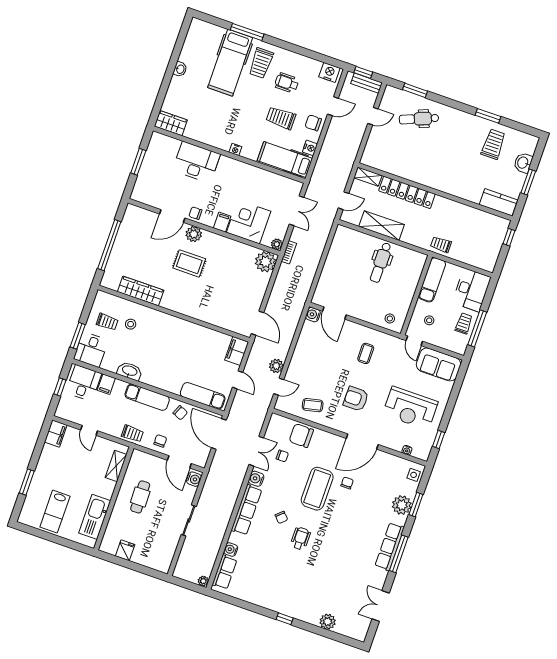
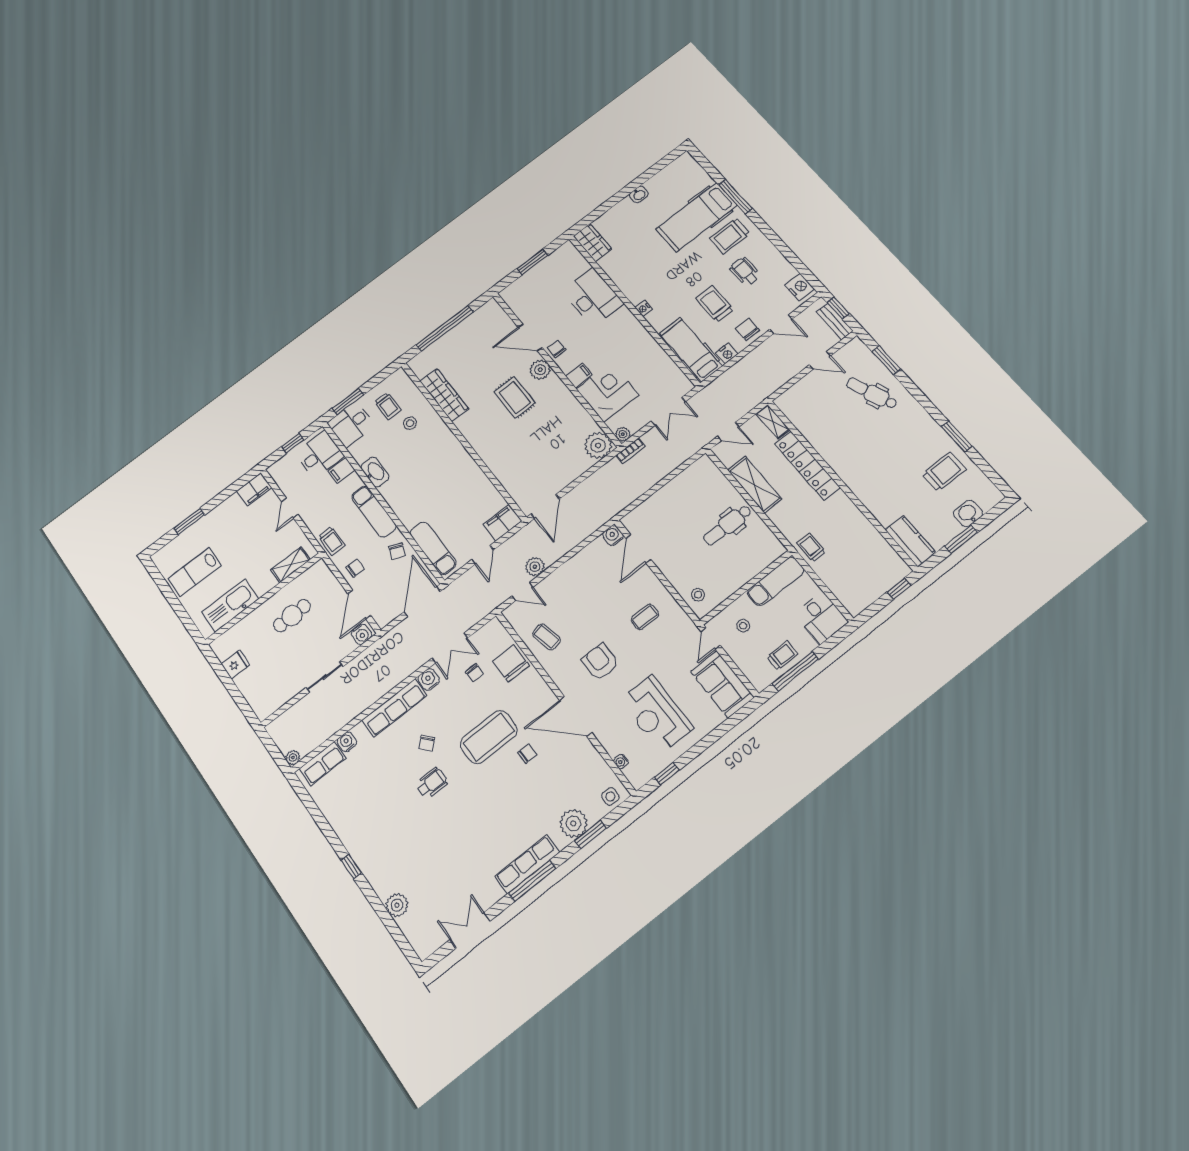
desk: (472, 290) -> (821, 618), width x0.73

